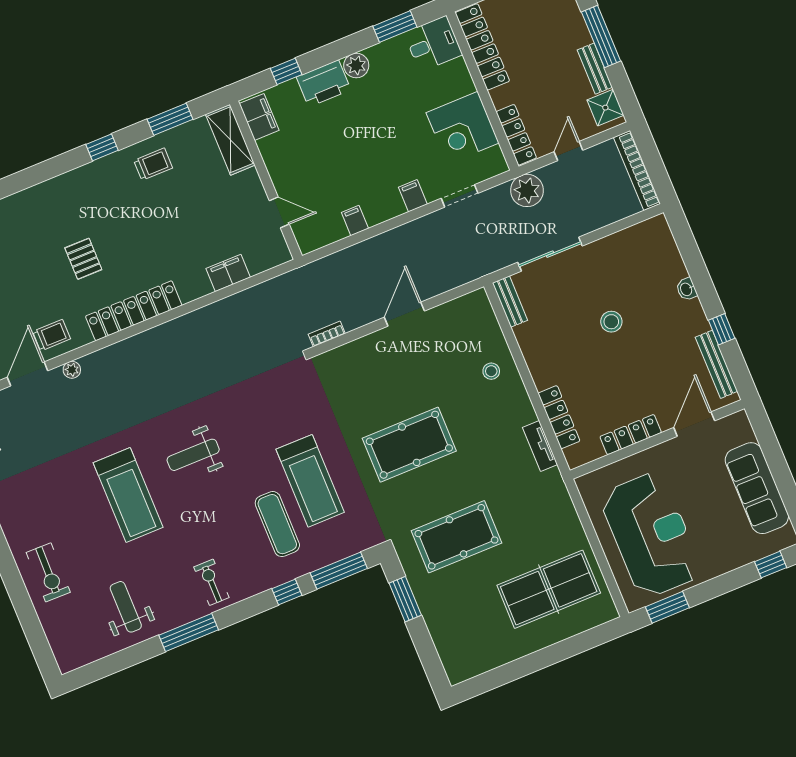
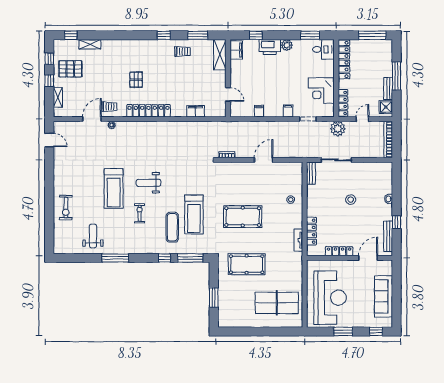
exercise bike: (211, 582) -> (140, 213), moved
window: (405, 599) -> (214, 298), moved
window: (667, 607) -> (343, 331), moved

